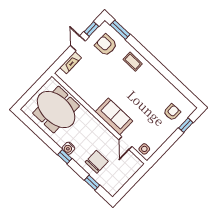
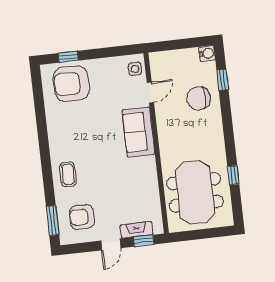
window: (91, 29) -> (144, 241), moved
armchair: (106, 45) -> (82, 217), turned 90
armchair: (172, 112) -> (71, 84), width x1.88, depth x1.88
water cooler: (68, 148) -> (207, 53), moved
window: (65, 157) -> (233, 175), moved

